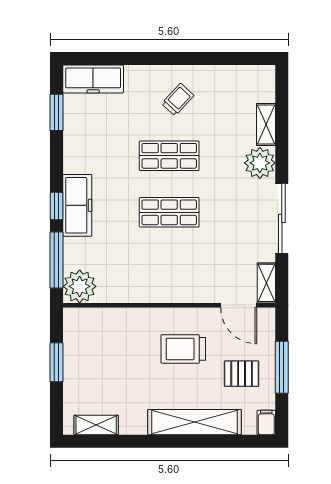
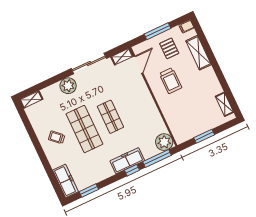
shelving: (266, 125) -> (31, 100), moved
shop shelf: (169, 156) -> (84, 129), width x1.43, depth x1.36
shelving: (195, 422) -> (199, 53), width x0.68

